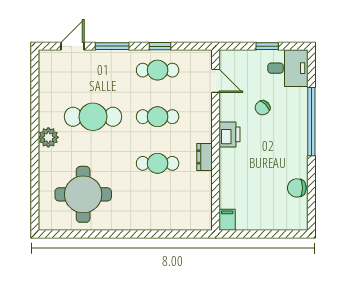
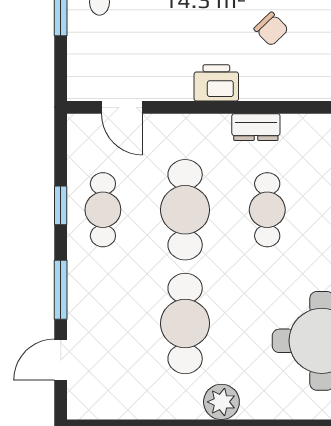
door: (72, 46) -> (61, 360), hinge flipped
door: (216, 81) -> (122, 107), swing flipped
chair: (263, 108) -> (271, 29), moved
cafe table: (158, 117) -> (185, 210), width x1.37, depth x1.35

